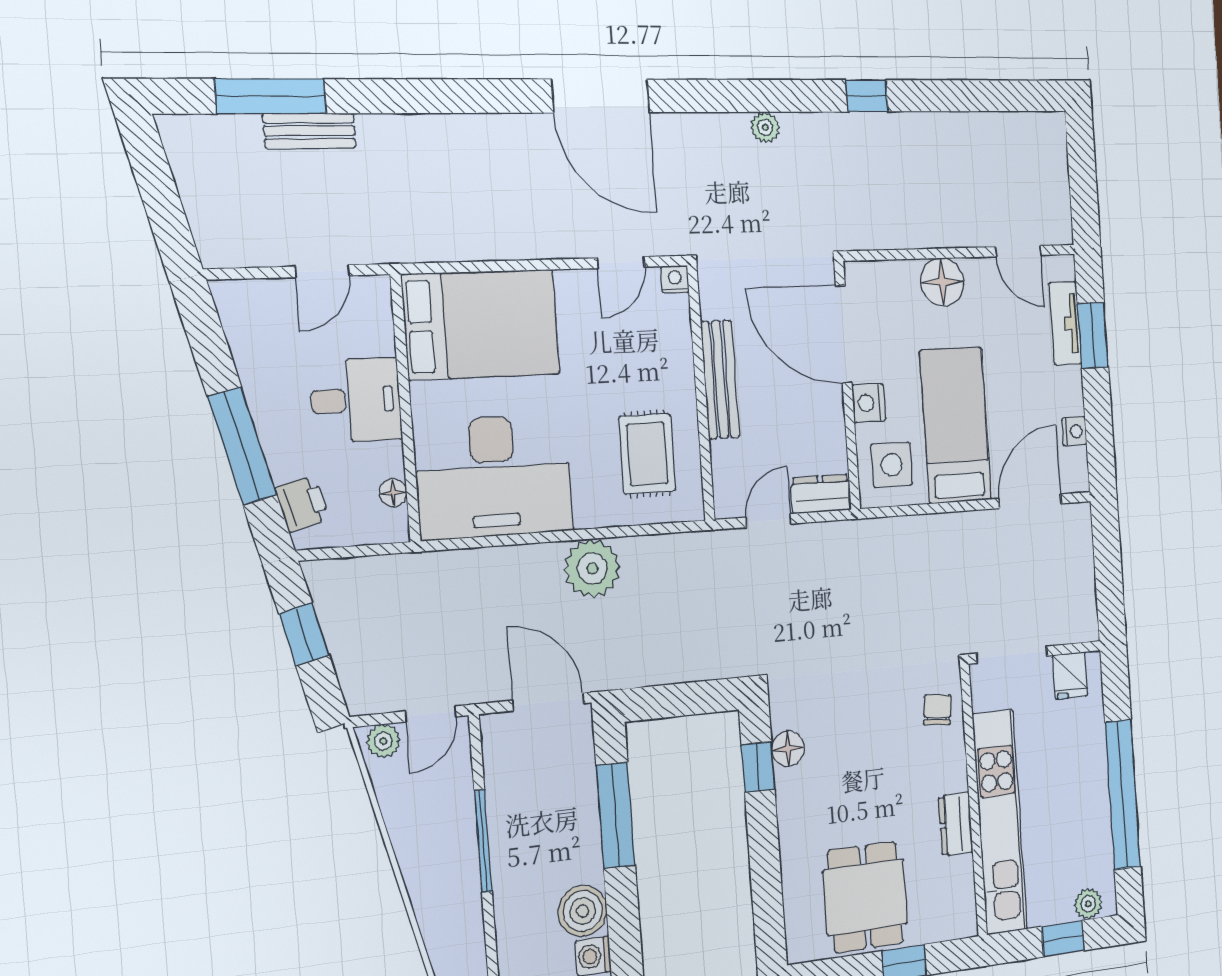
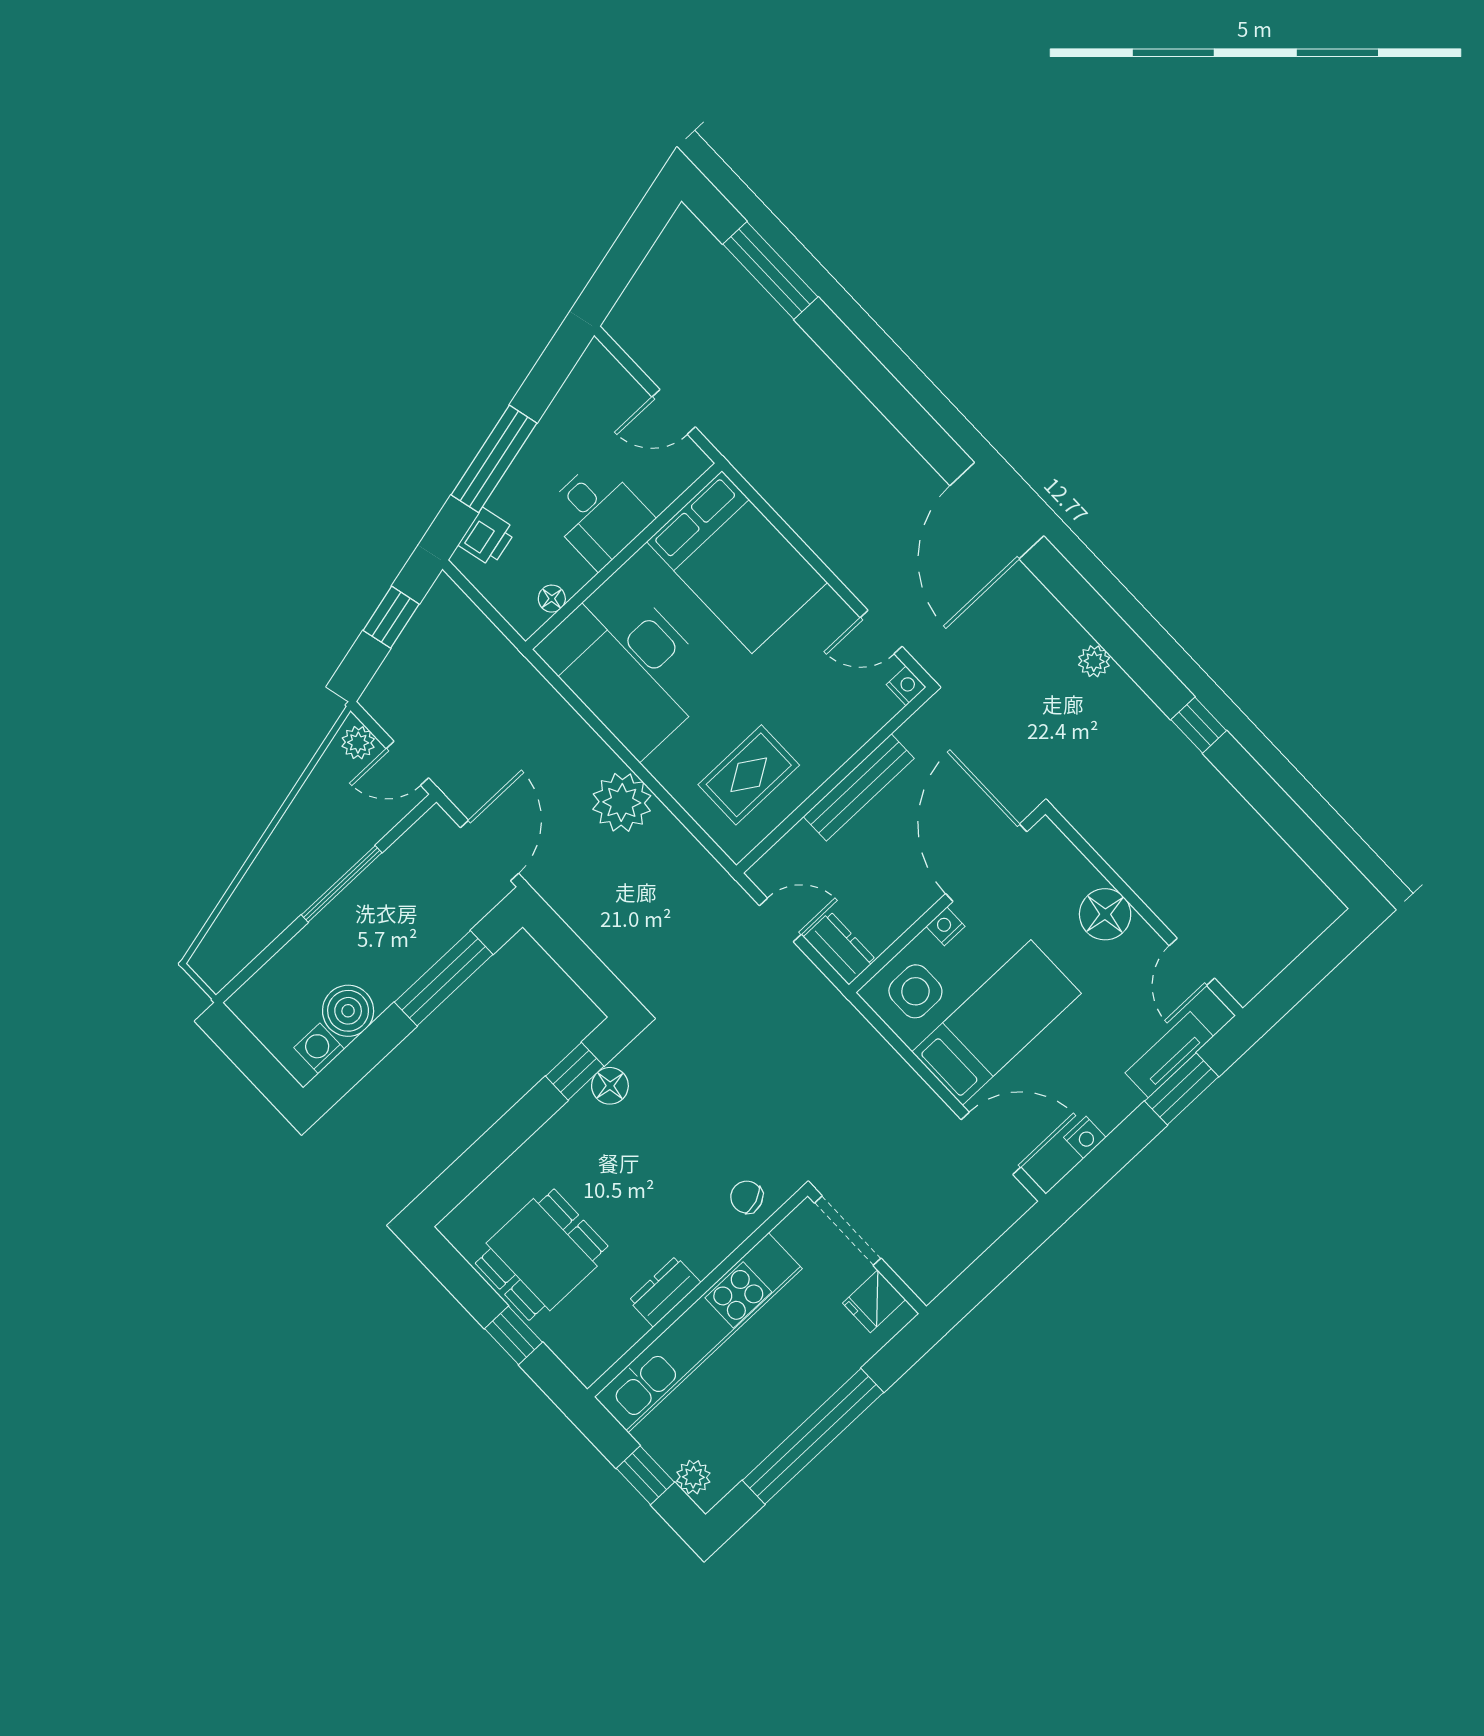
bench: (309, 131) -> (770, 318), removed
nightstand: (869, 403) -> (946, 926), width x0.72, depth x0.74
chair: (937, 710) -> (747, 1197), turned -116

